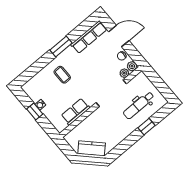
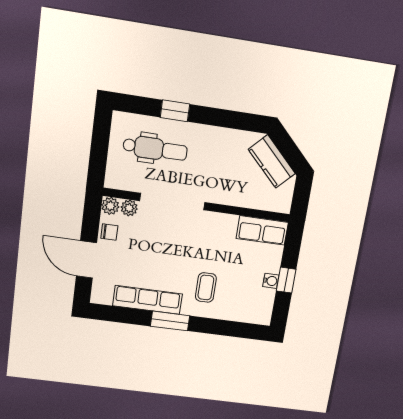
row of seats: (89, 37) -> (148, 300), moved
row of seats: (75, 112) -> (262, 230), moved

